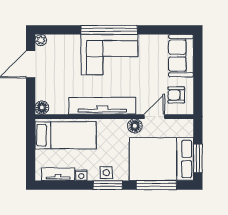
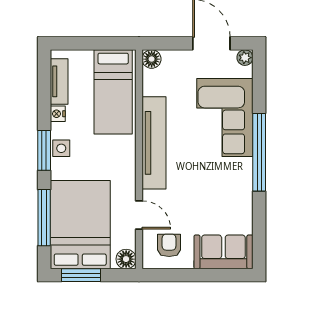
corner sofa: (109, 55) -> (225, 117), moved
floor lamp: (135, 126) -> (126, 259), moved

